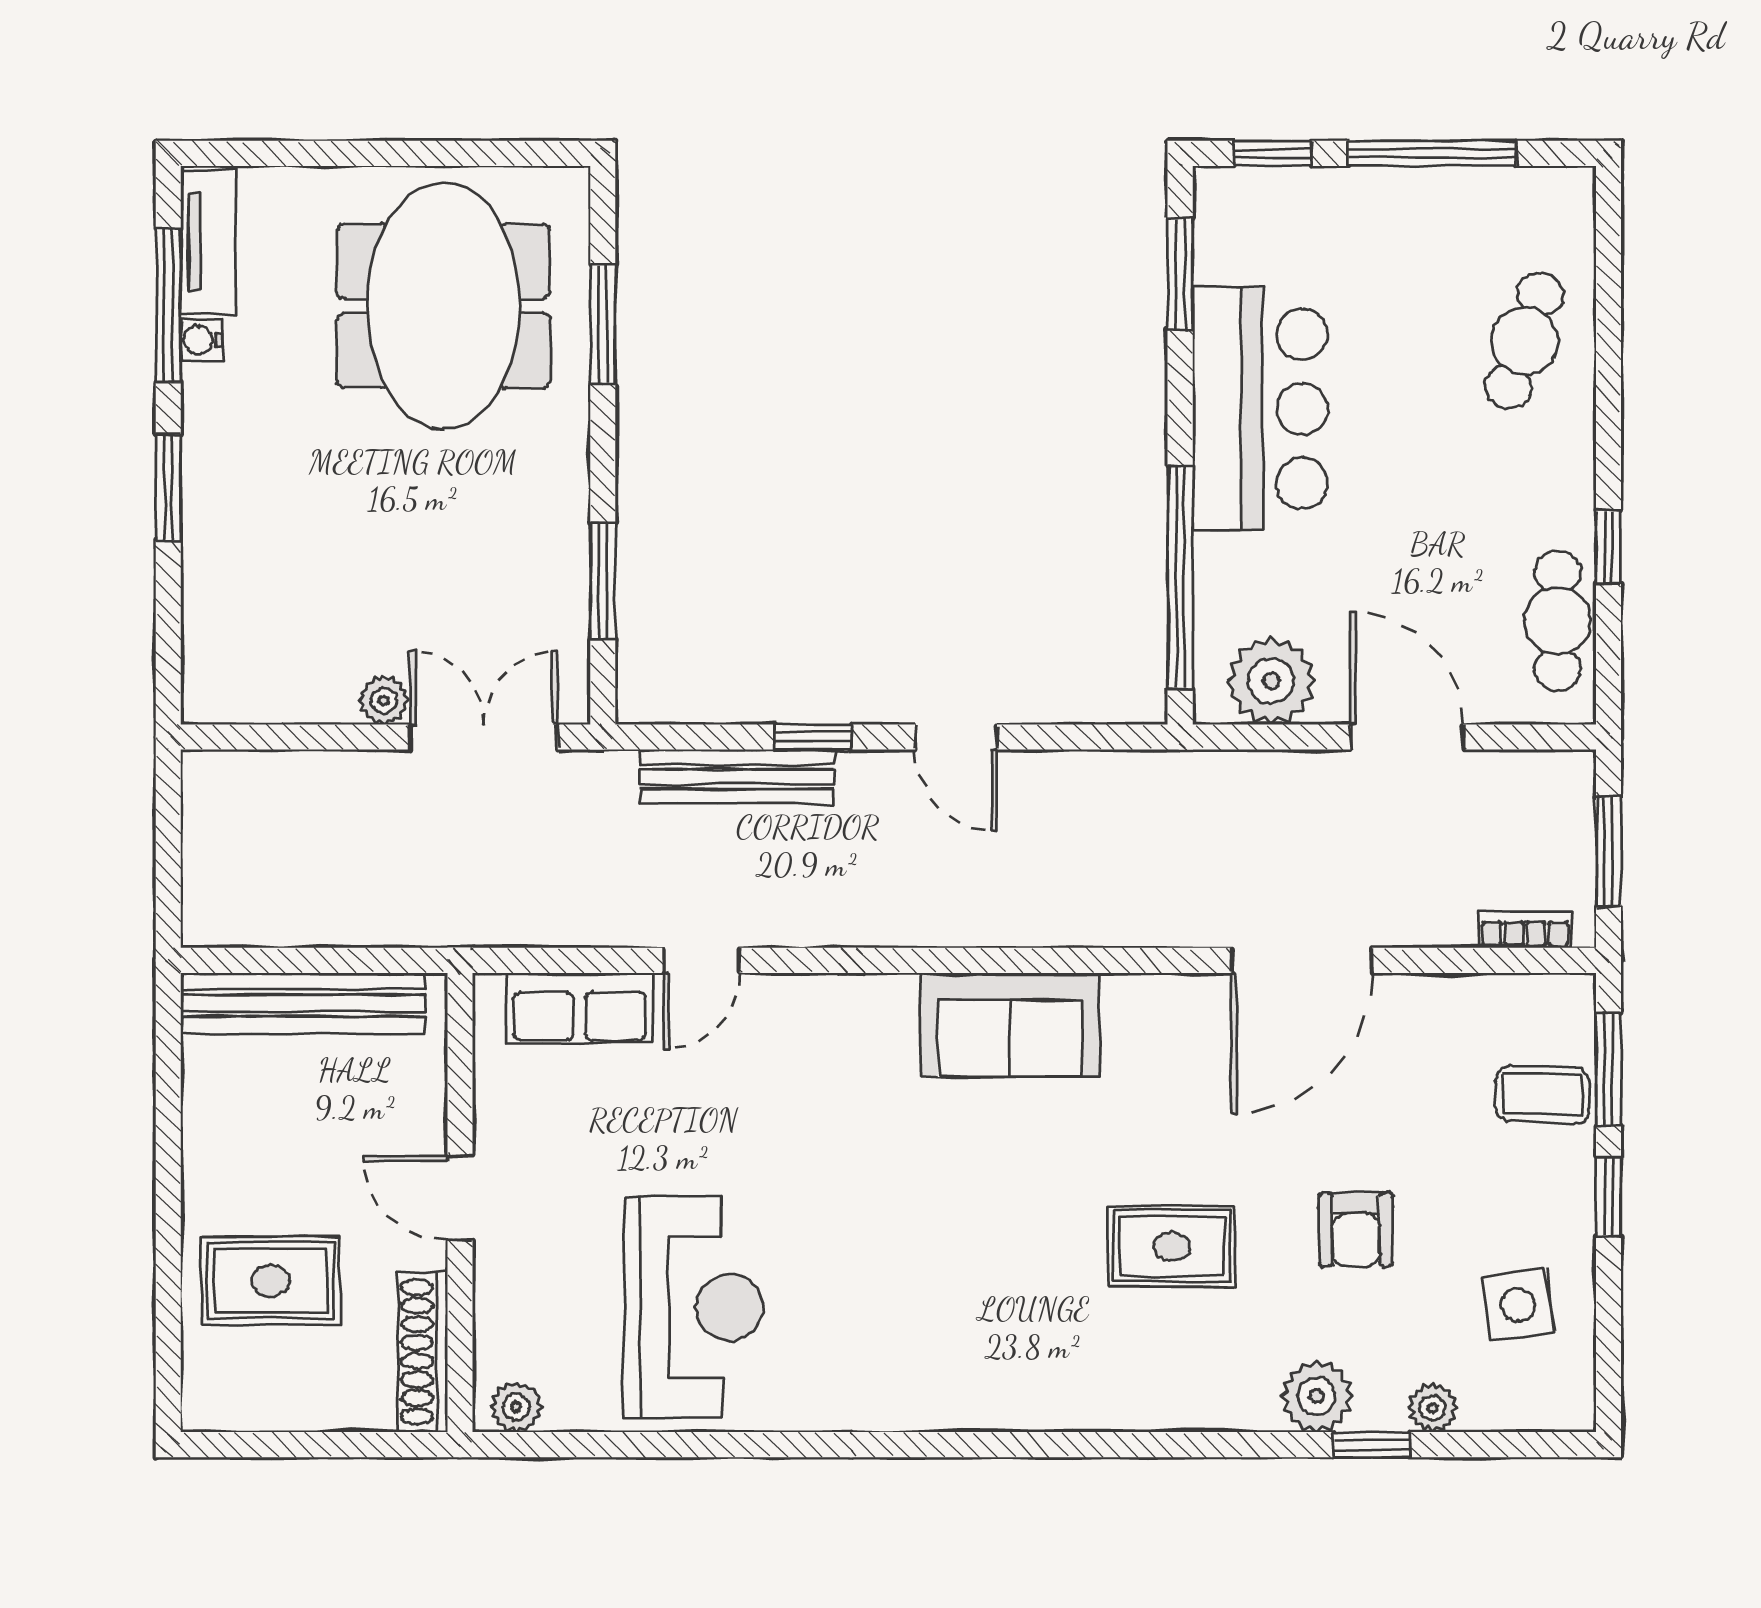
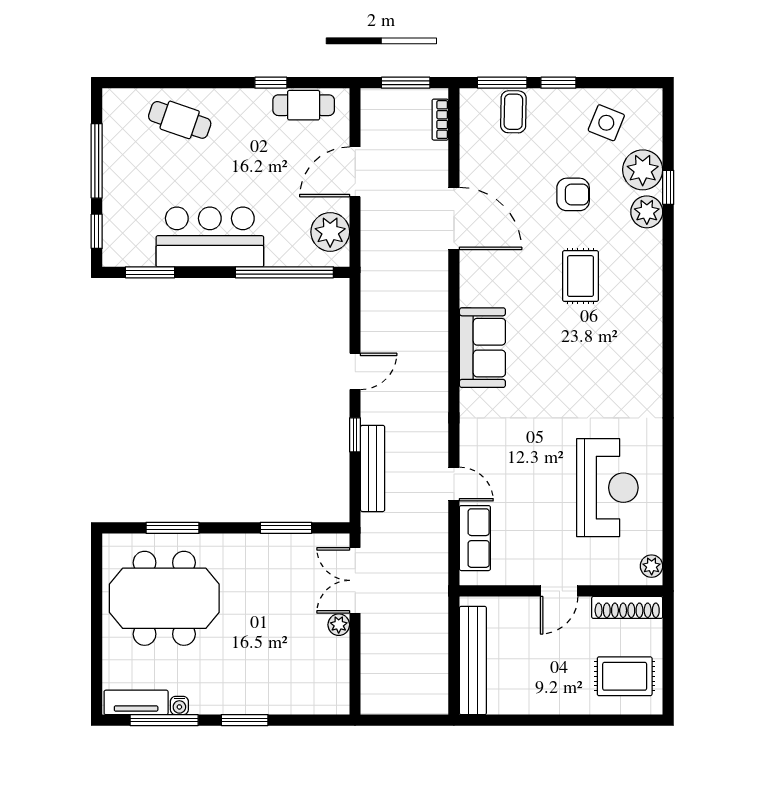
rug: (270, 1281) -> (625, 676), moved, turned 90
side table: (1518, 1305) -> (606, 123), turned 30
reception desk: (693, 1307) -> (607, 488), turned 90
plant: (1433, 1408) -> (643, 170), width x1.88, depth x1.88

